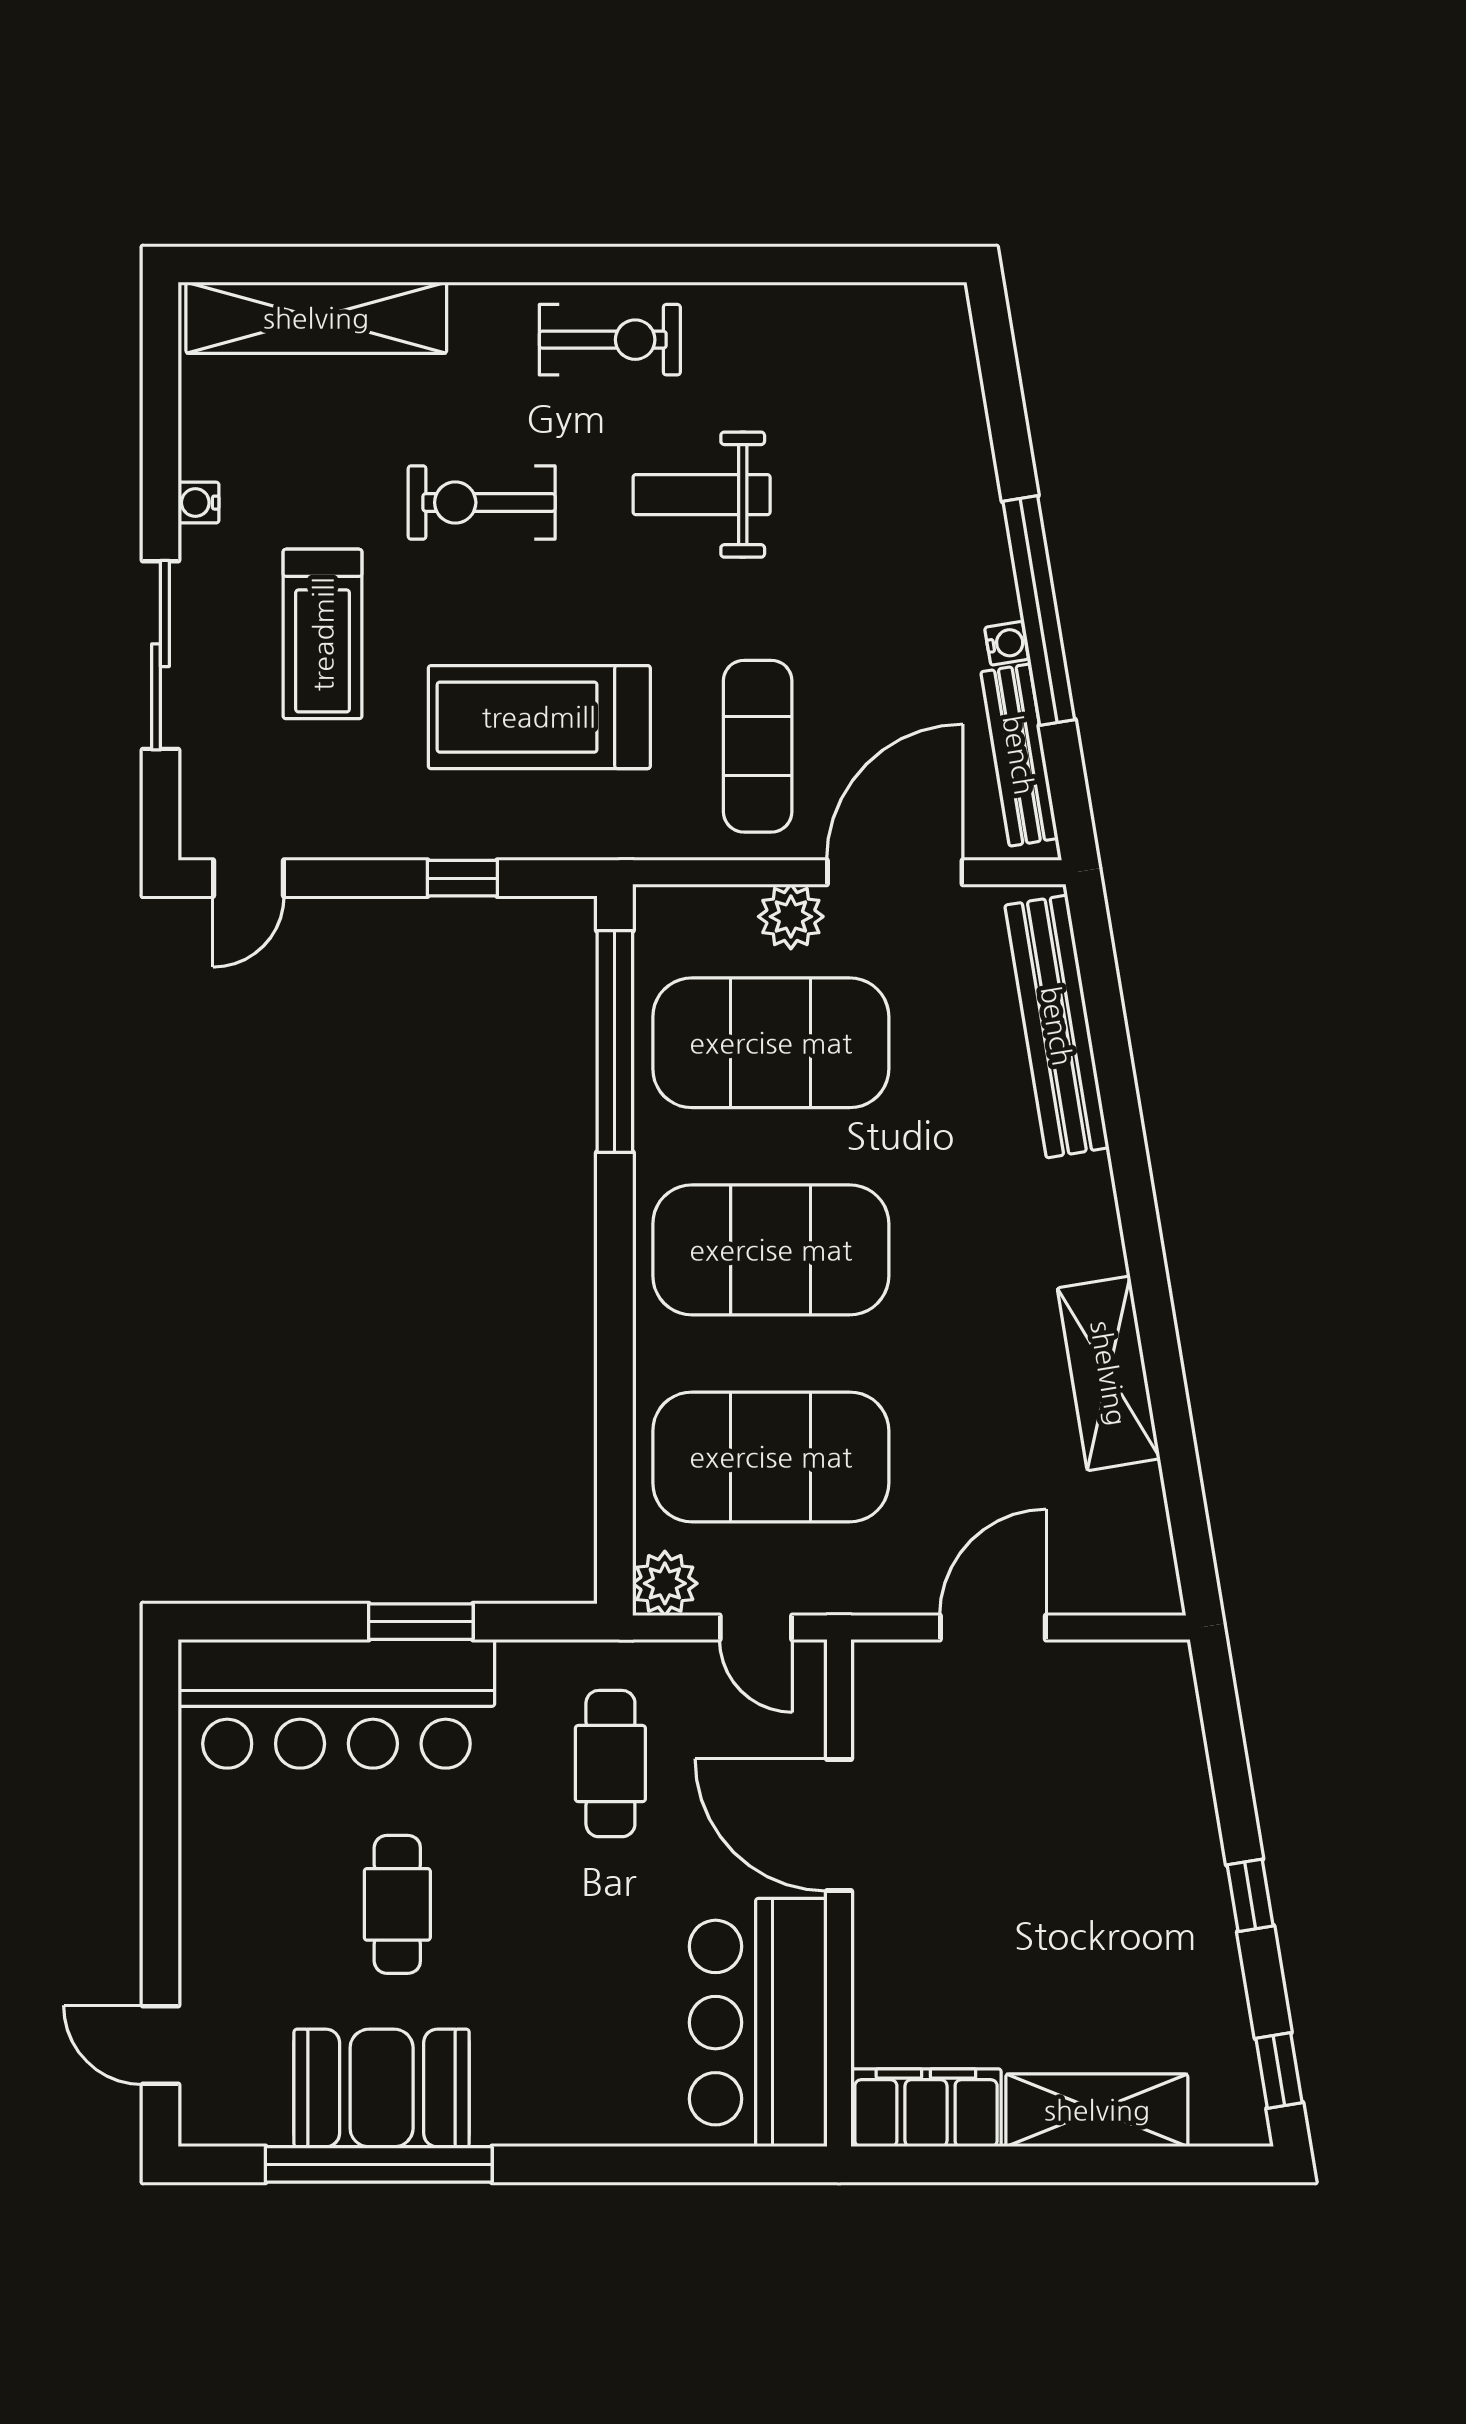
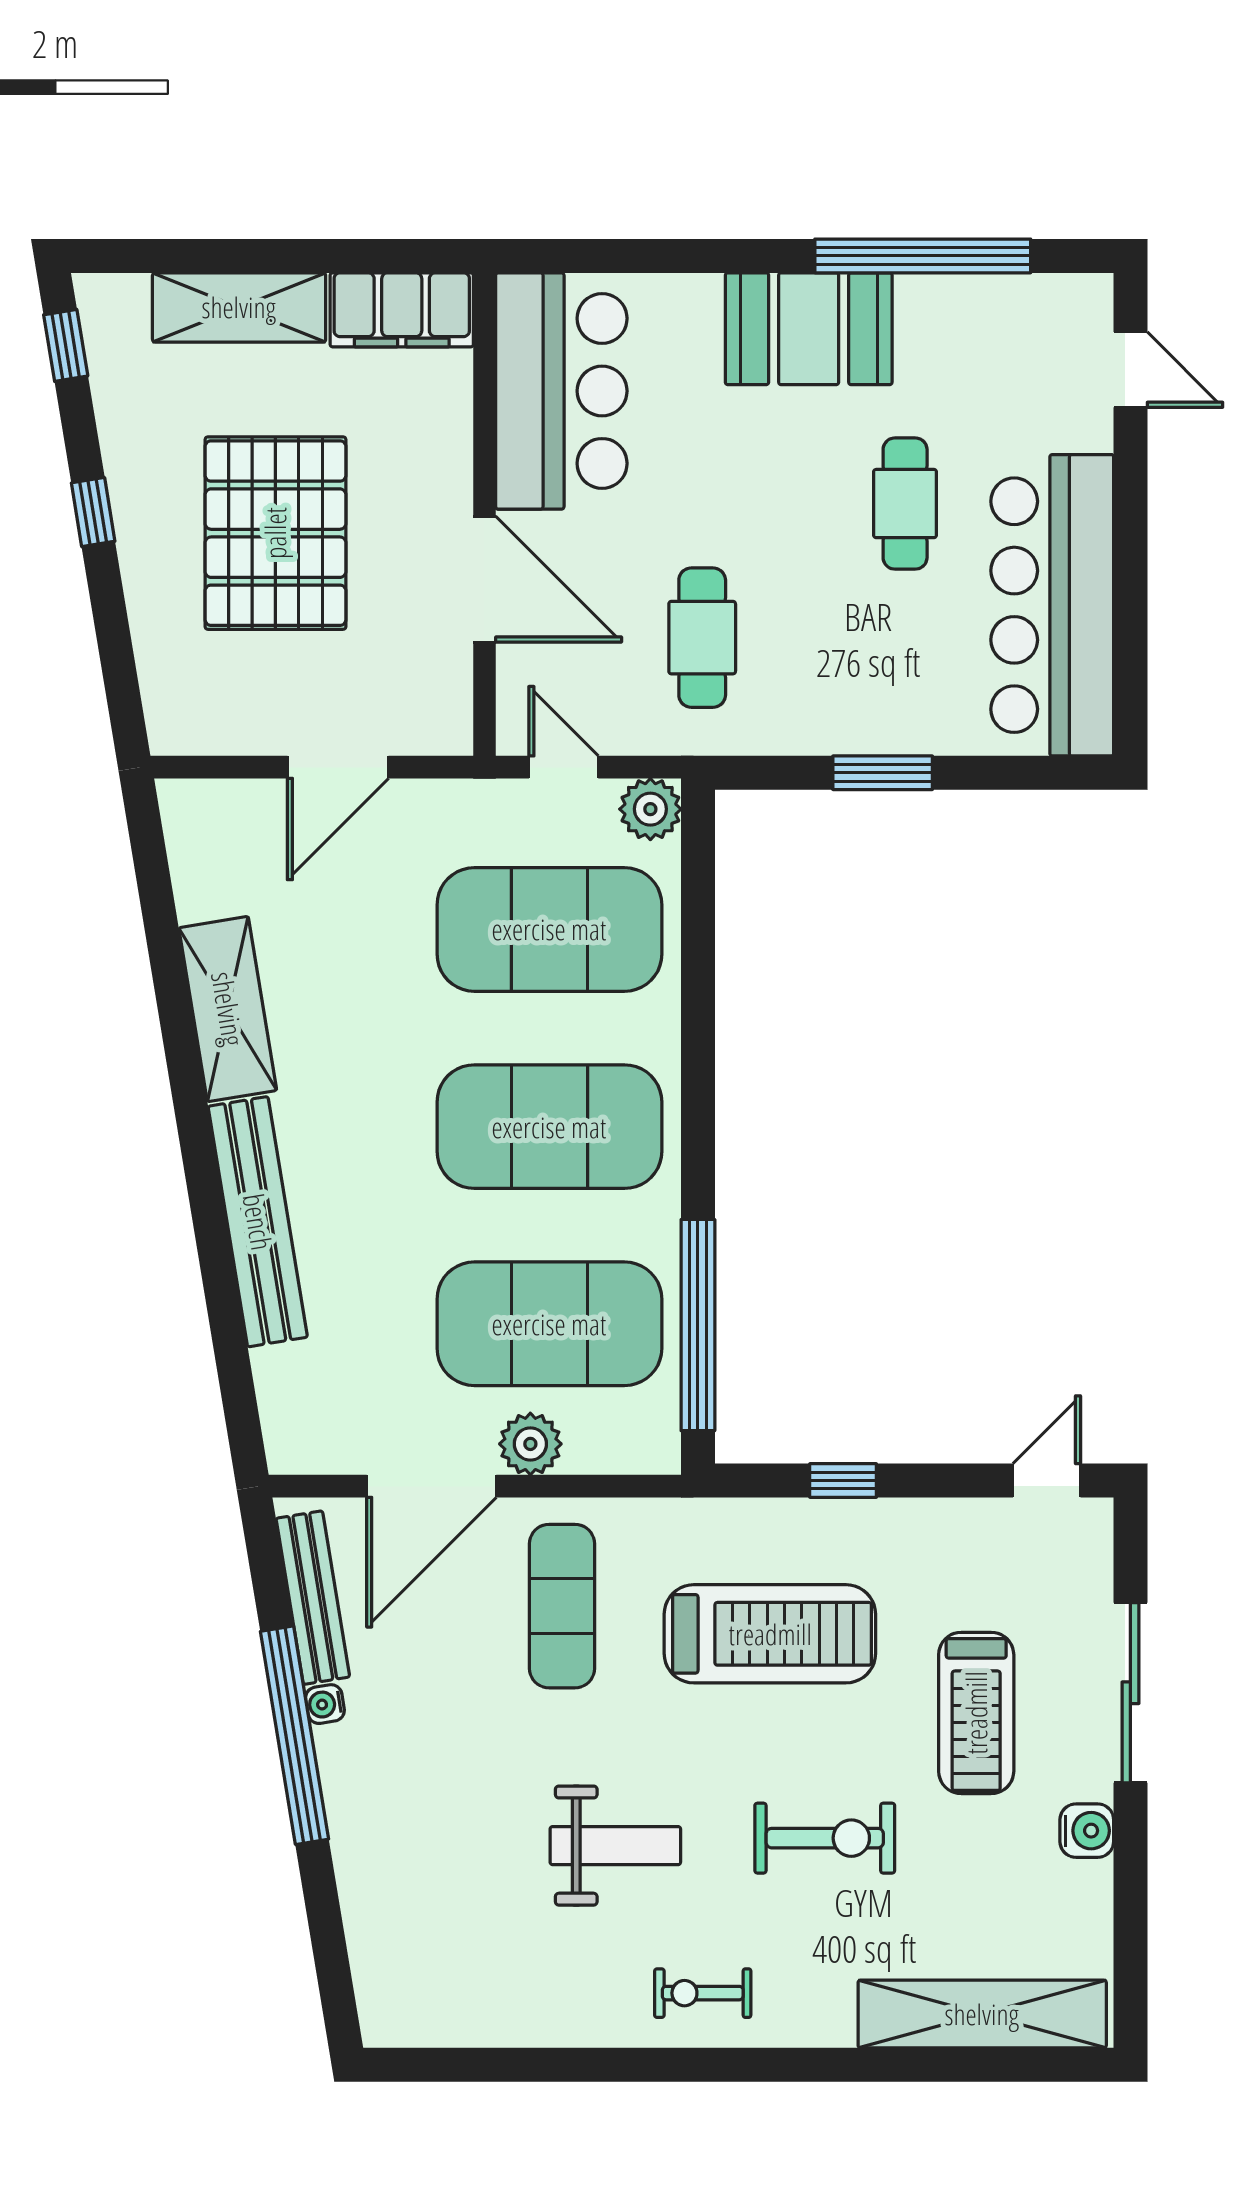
exercise bike: (610, 340) -> (703, 1993), width x0.73, depth x0.72
water cooler: (199, 503) -> (1087, 1831), width x1.38, depth x1.38
treadmill: (323, 634) -> (976, 1713), turned 180
bench: (1057, 1026) -> (258, 1222), moved
bar counter: (336, 1704) -> (1052, 605), moved, turned -90
pallet: (1059, 1873) -> (275, 533), added
booth: (382, 2088) -> (809, 329), moved

